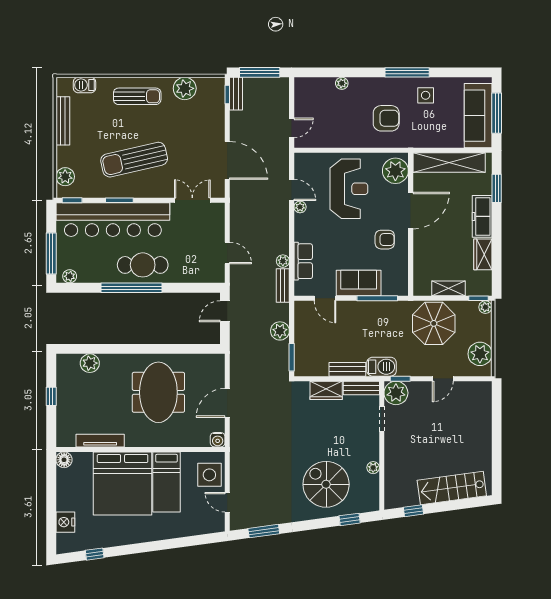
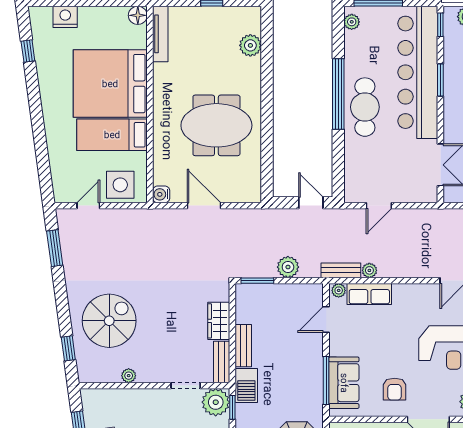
plant: (300, 207) -> (339, 290), moved
sofa: (359, 283) -> (344, 383), moved
tv unit: (100, 441) -> (160, 34), moved

